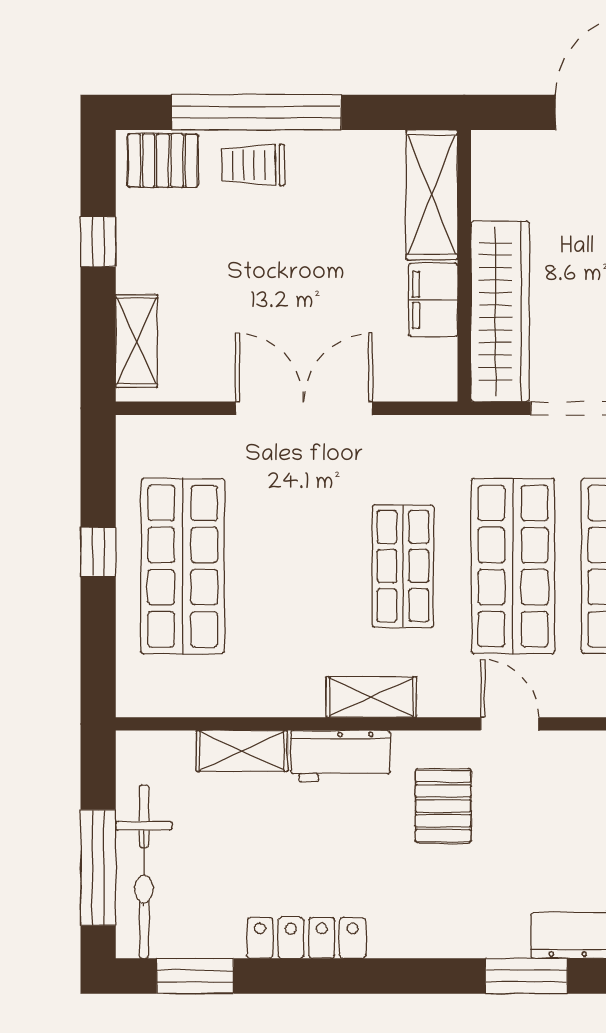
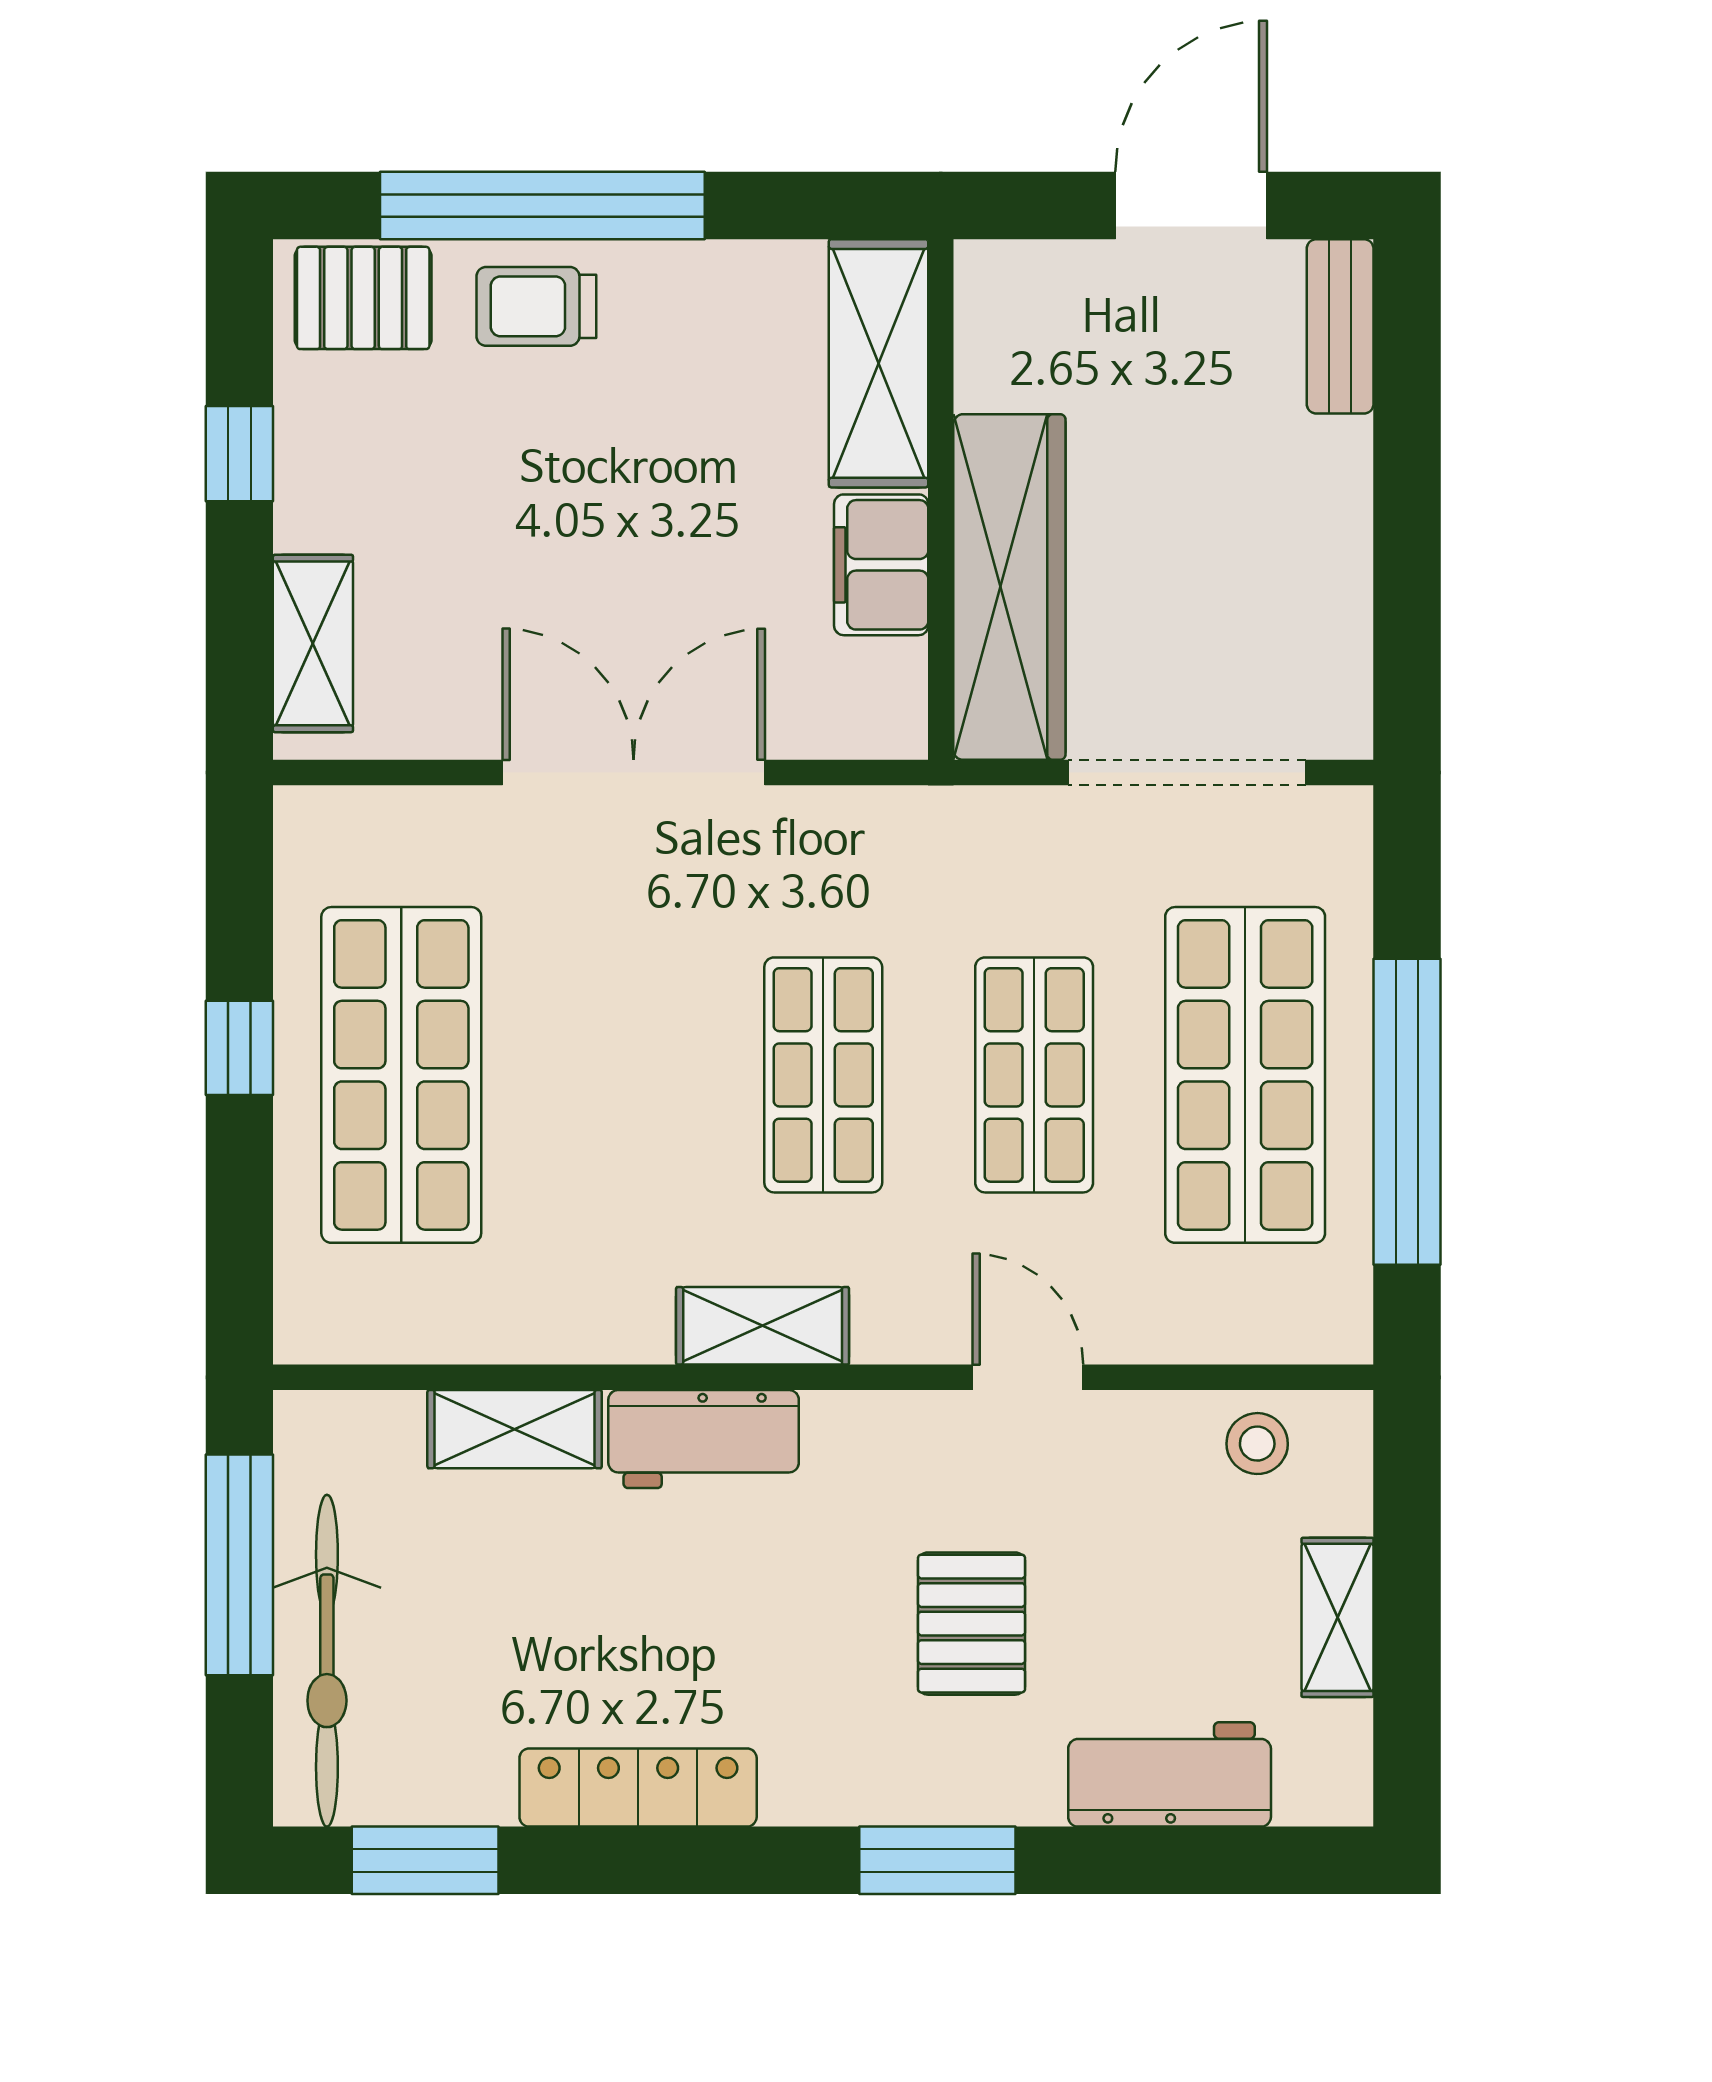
shop shelf: (513, 566) -> (1034, 1075), width x0.70, depth x0.74
pallet: (443, 806) -> (972, 1624), moved
window: (98, 868) -> (239, 1565), moved
window: (526, 976) -> (937, 1860), moved

